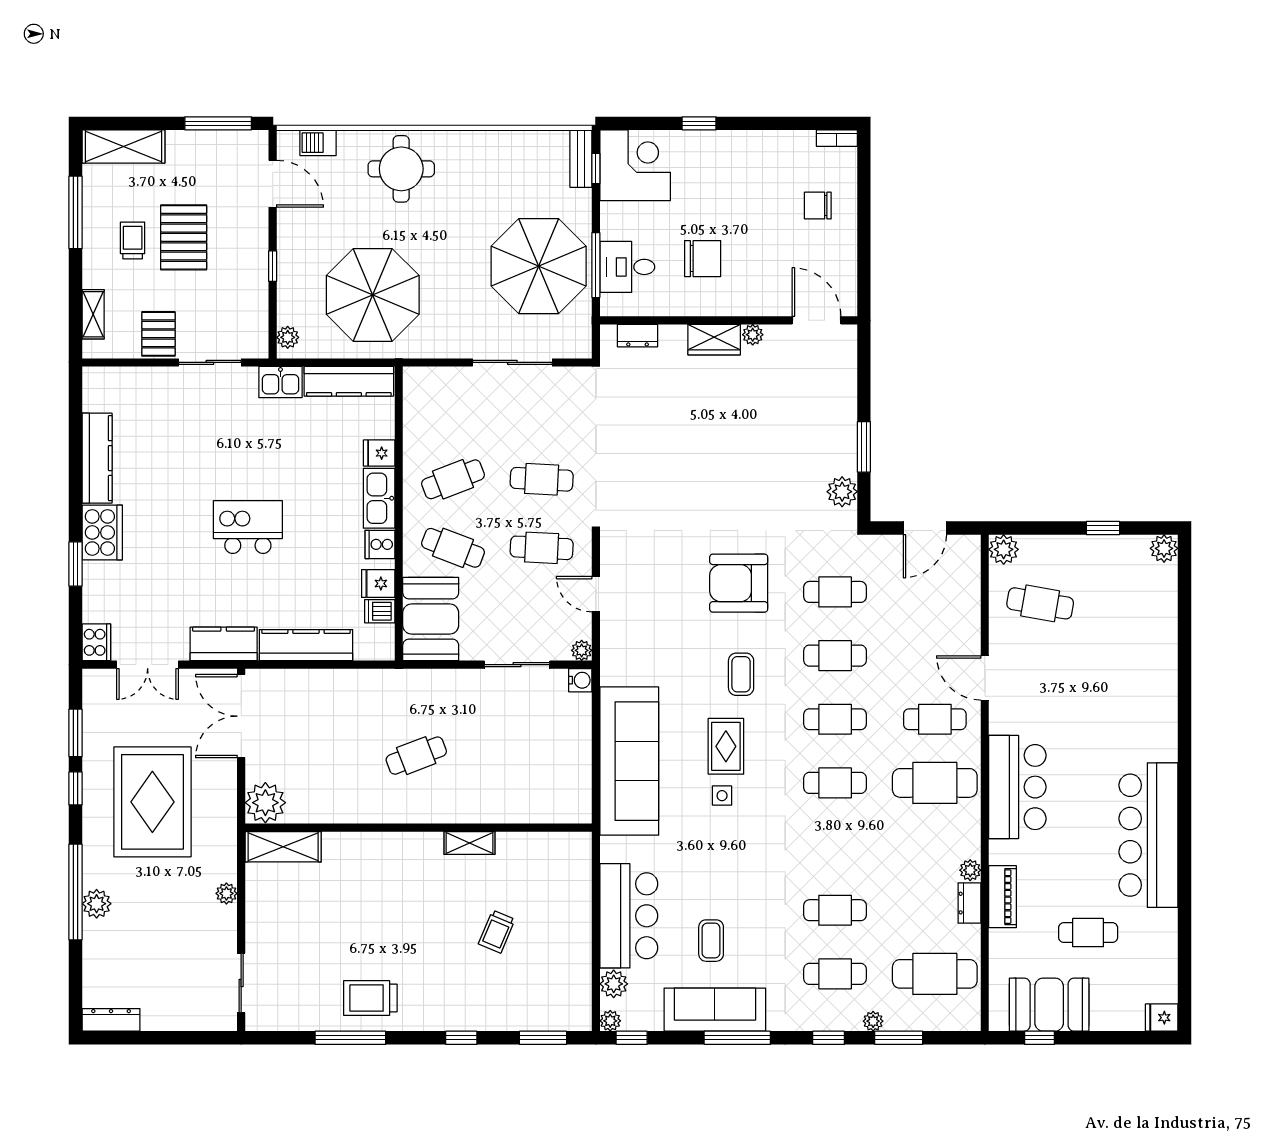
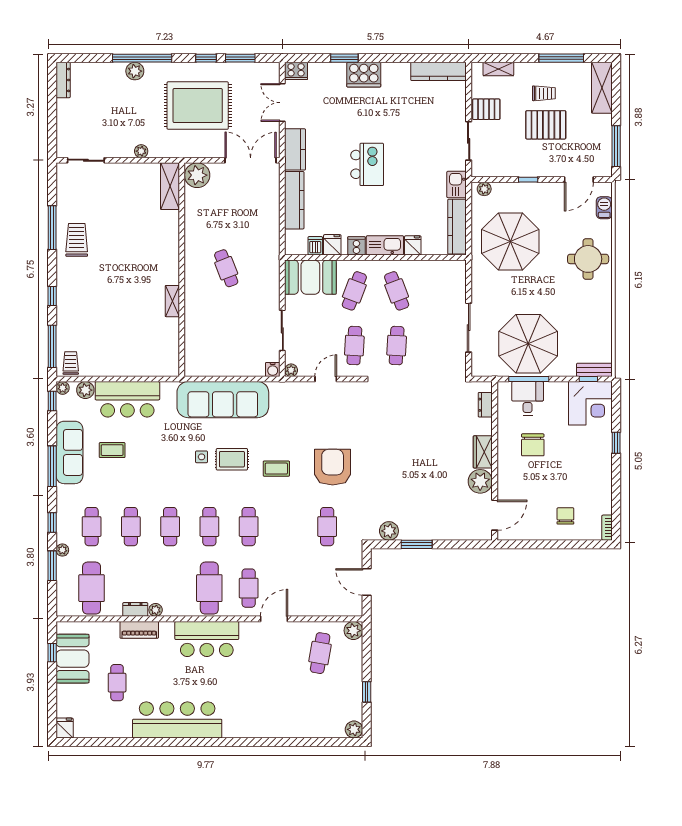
plant: (753, 335) -> (480, 481), width x1.88, depth x1.88
kitchen counter: (97, 458) -> (439, 71), moved
cafe table: (835, 656) -> (170, 527), moved
trolley: (497, 932) -> (71, 363), moved, turned 67
window: (543, 1038) -> (52, 346), width x1.44

